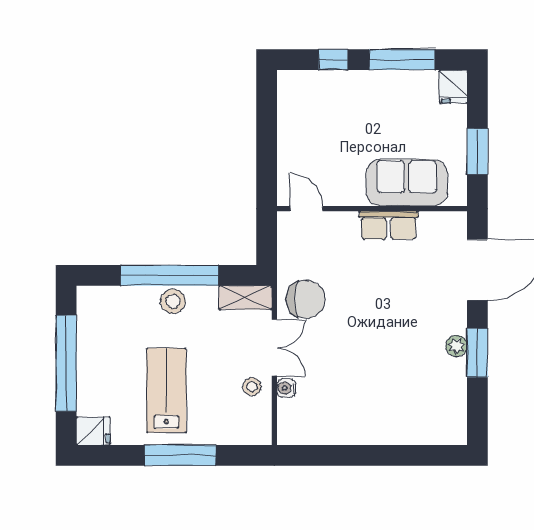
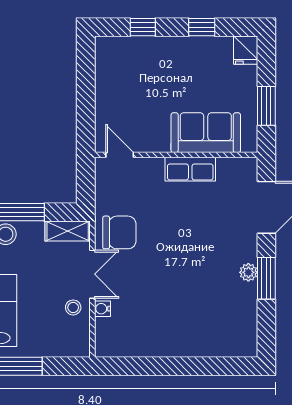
window: (402, 60) -> (202, 27), width x0.46

